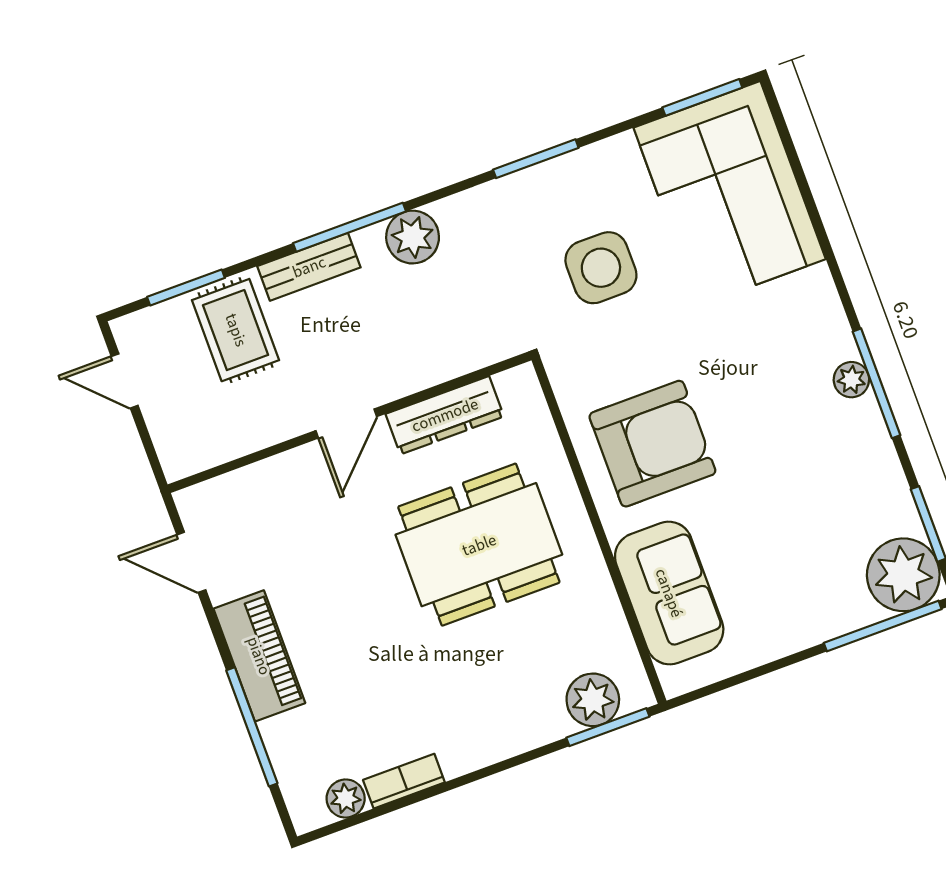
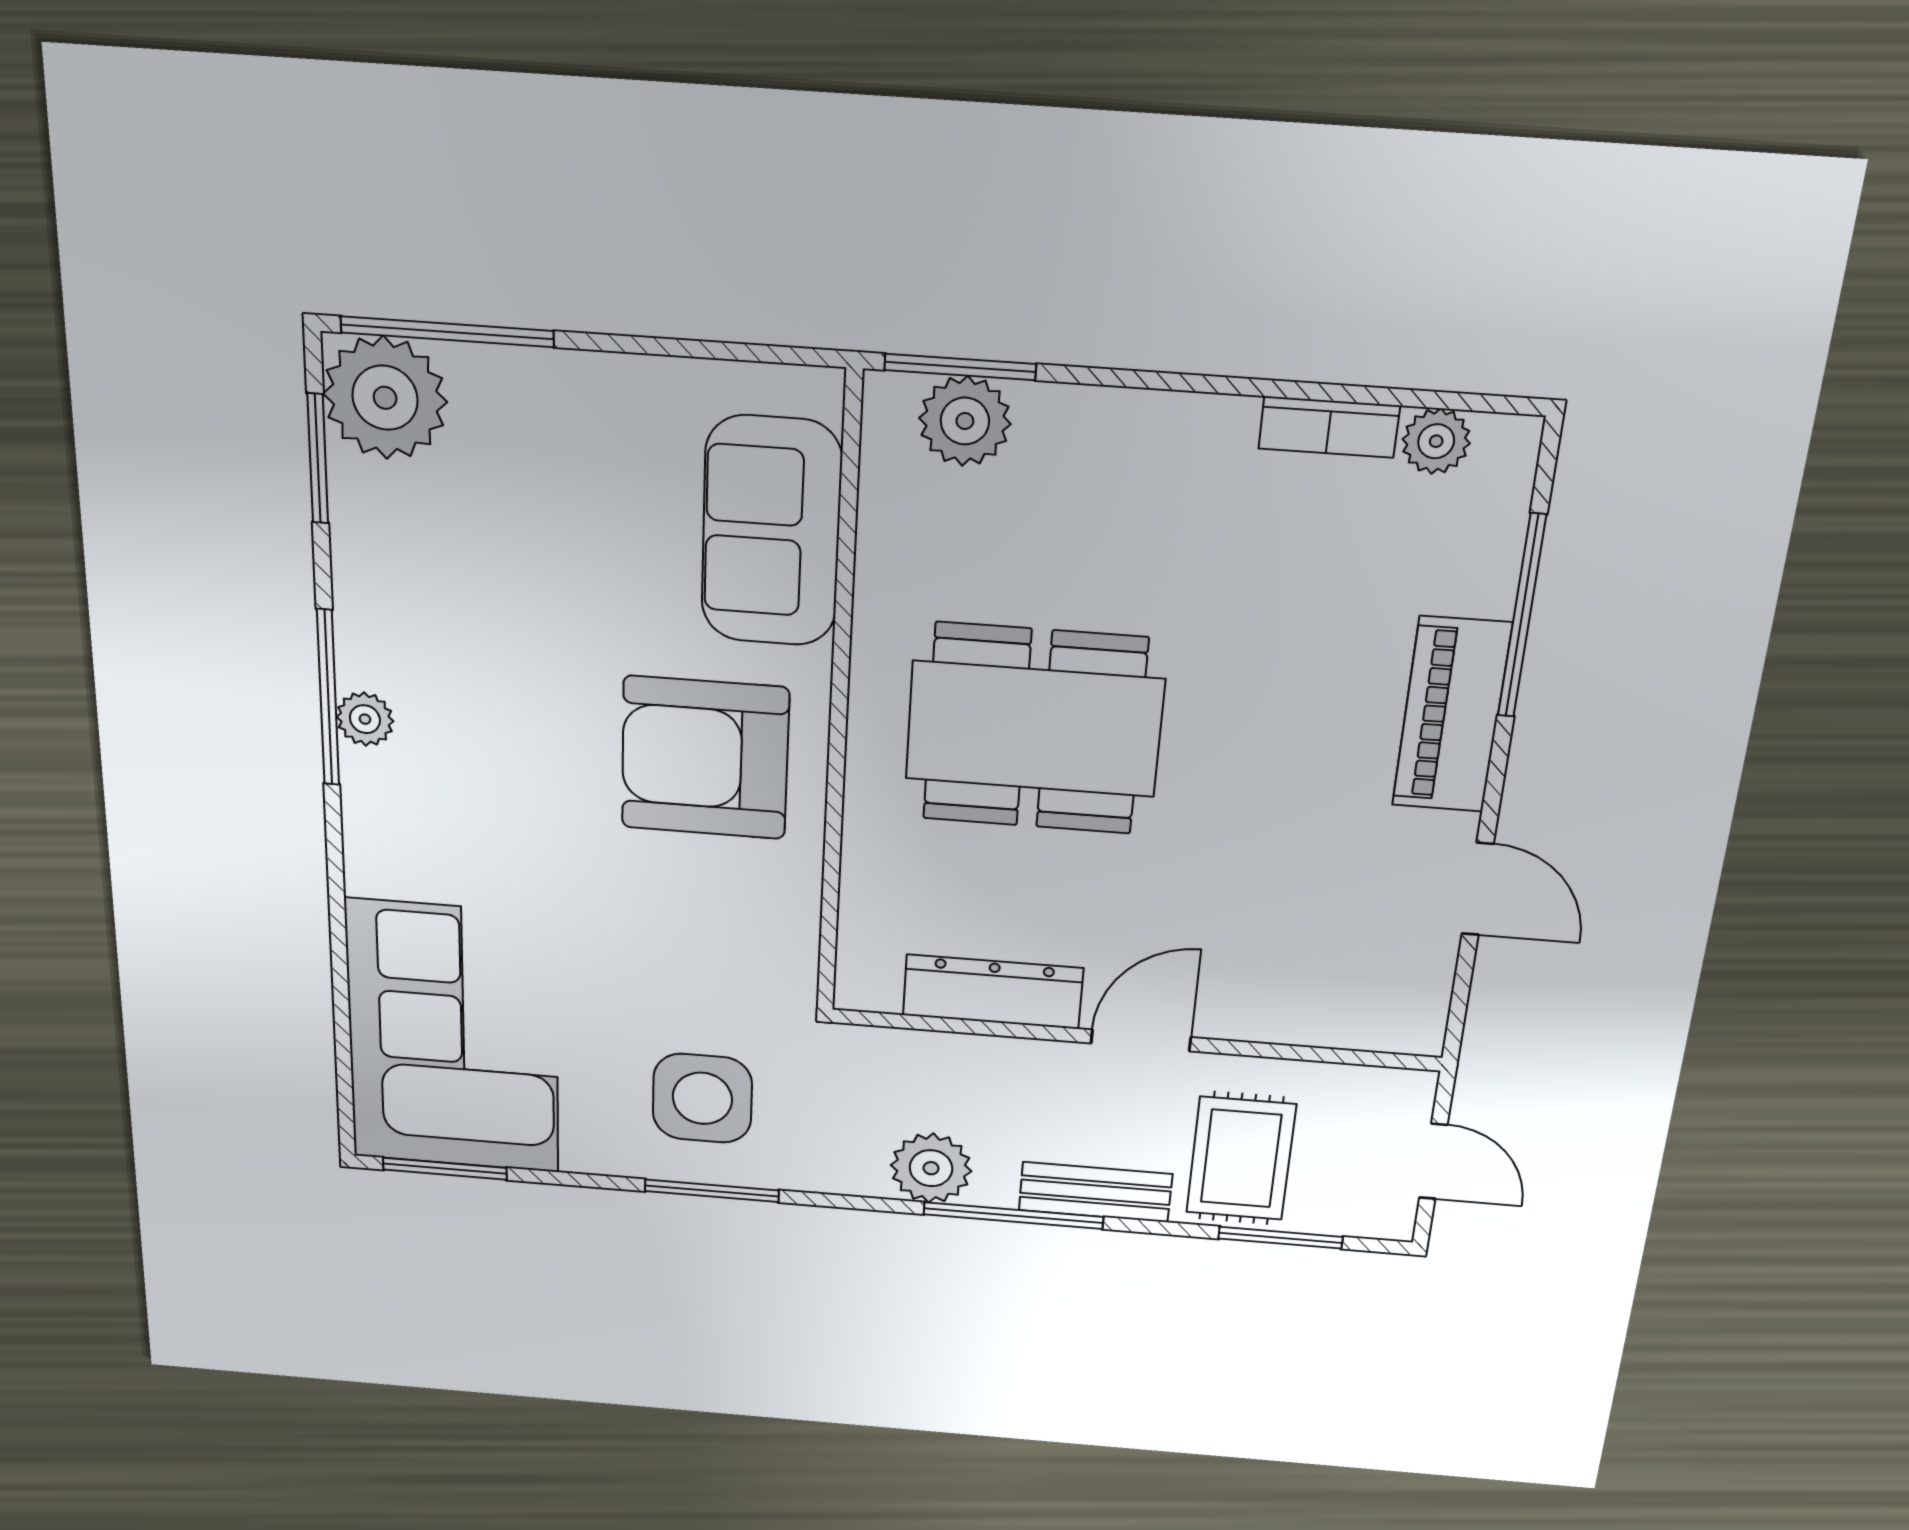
side table: (601, 268) -> (702, 1098), moved
dresser: (445, 415) -> (993, 992), moved
wall: (350, 422) -> (1135, 1040), moved
door: (346, 424) -> (1141, 1040), moved

